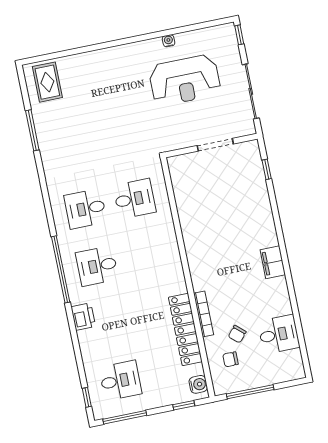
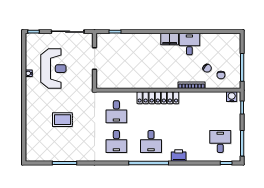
rug: (47, 82) -> (62, 120), moved
desk: (135, 199) -> (116, 112), turned 180
locker: (185, 329) -> (158, 98), moved
desk: (279, 334) -> (189, 44), moved

